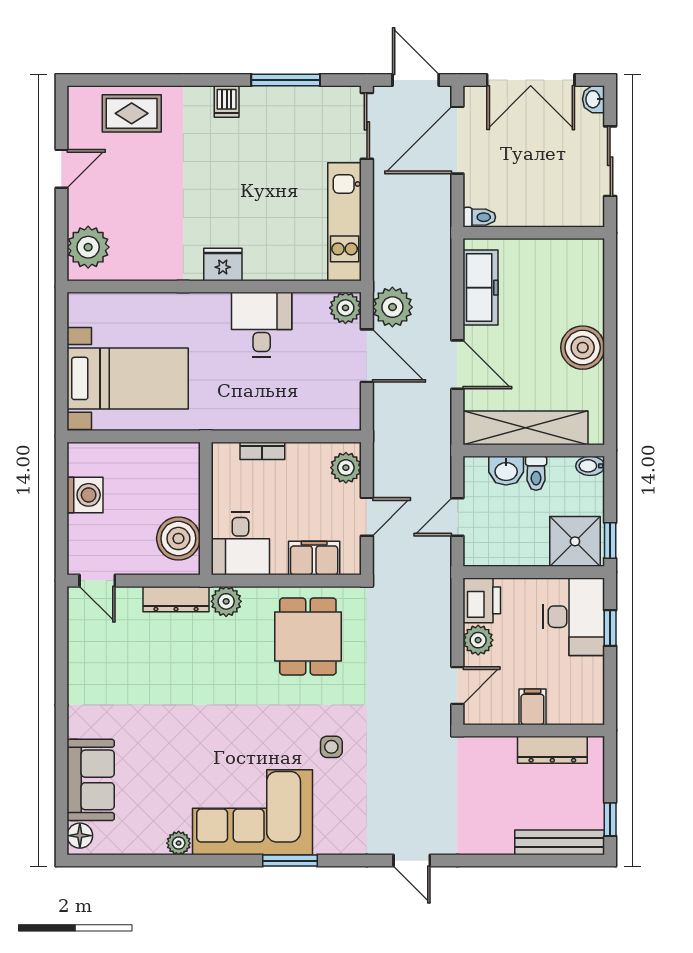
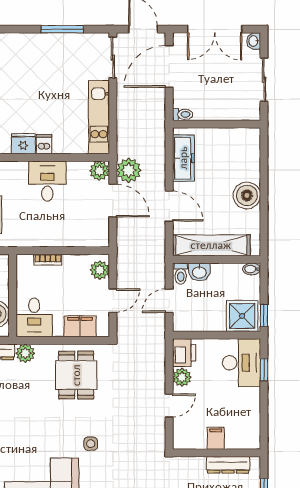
dishwasher: (227, 101) -> (44, 144), moved, turned 180
toilet: (536, 473) -> (181, 274), moved
filing cabinet: (532, 707) -> (216, 438), moved
wall: (534, 730) -> (217, 453), moved
dresser: (552, 750) -> (228, 465), moved

